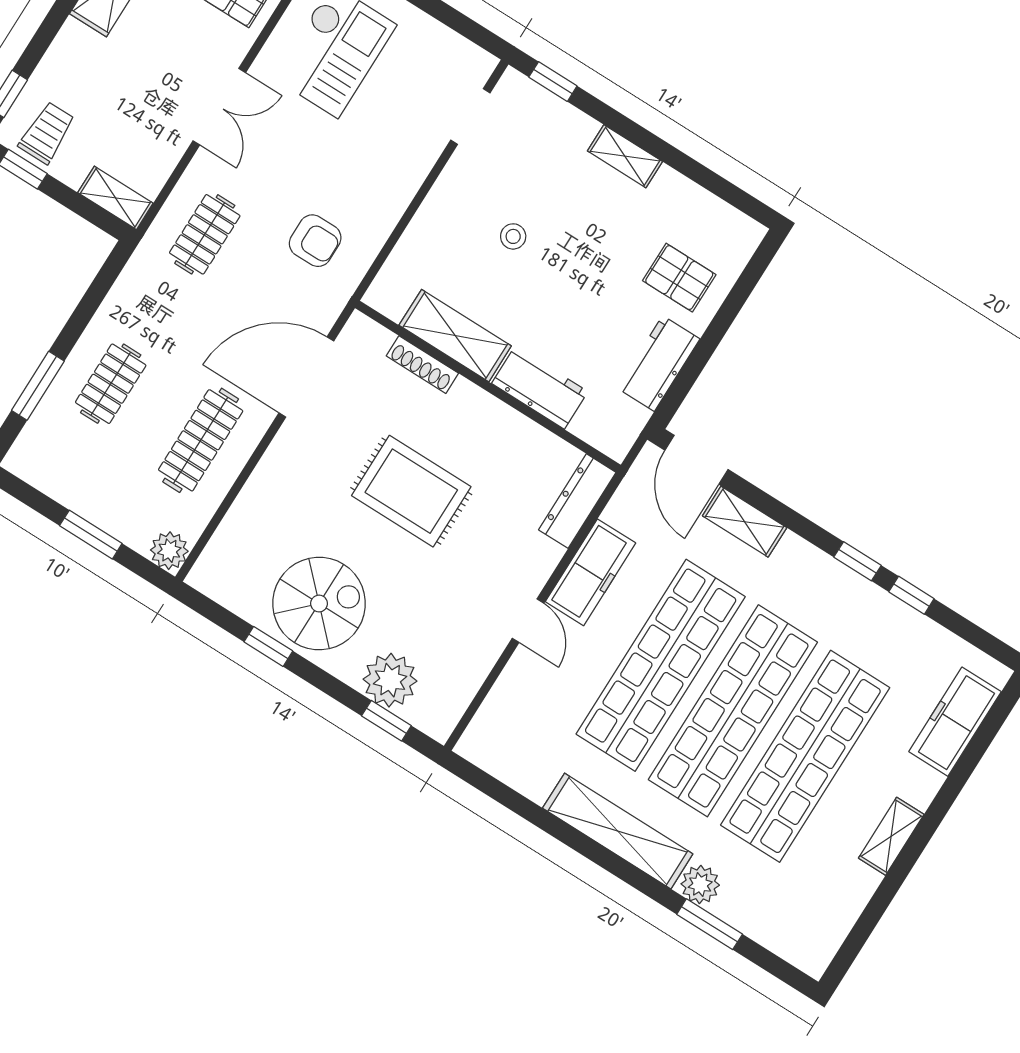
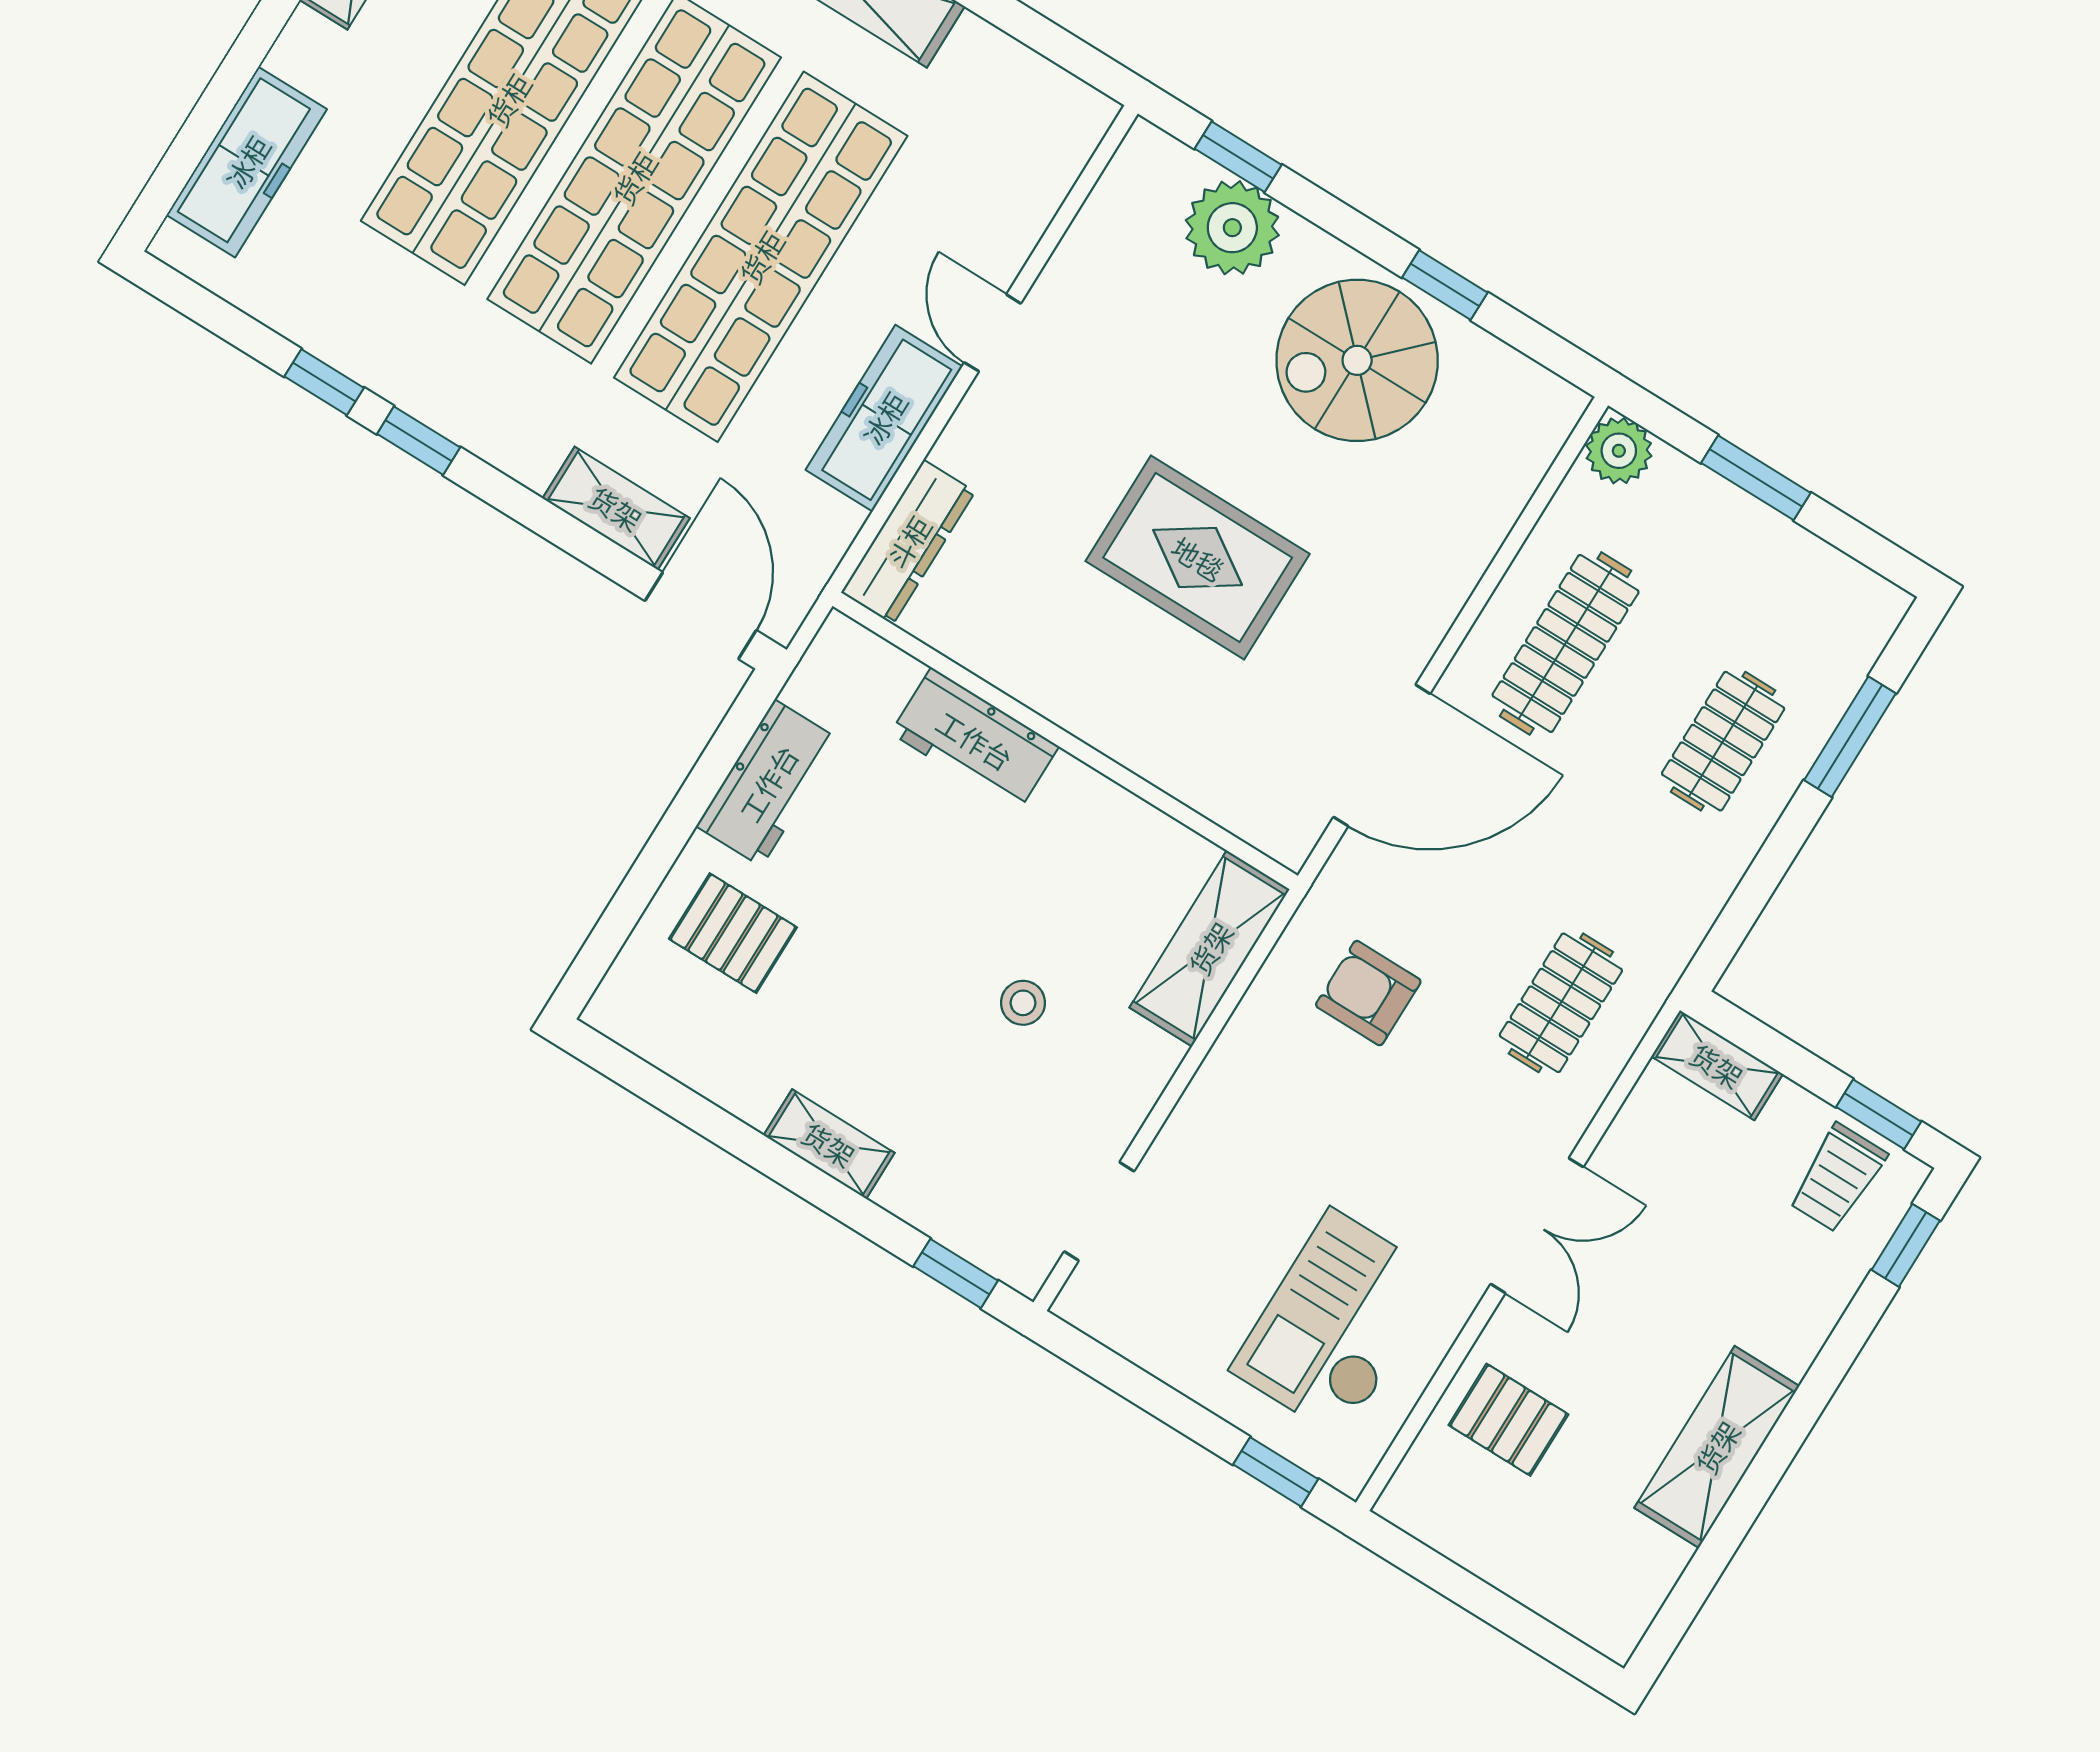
double door: (219, 107) -> (1537, 1226), swing flipped
shelving: (455, 336) -> (1210, 948), moved, turned 90
shoe rack: (422, 365) -> (1180, 778), removed

